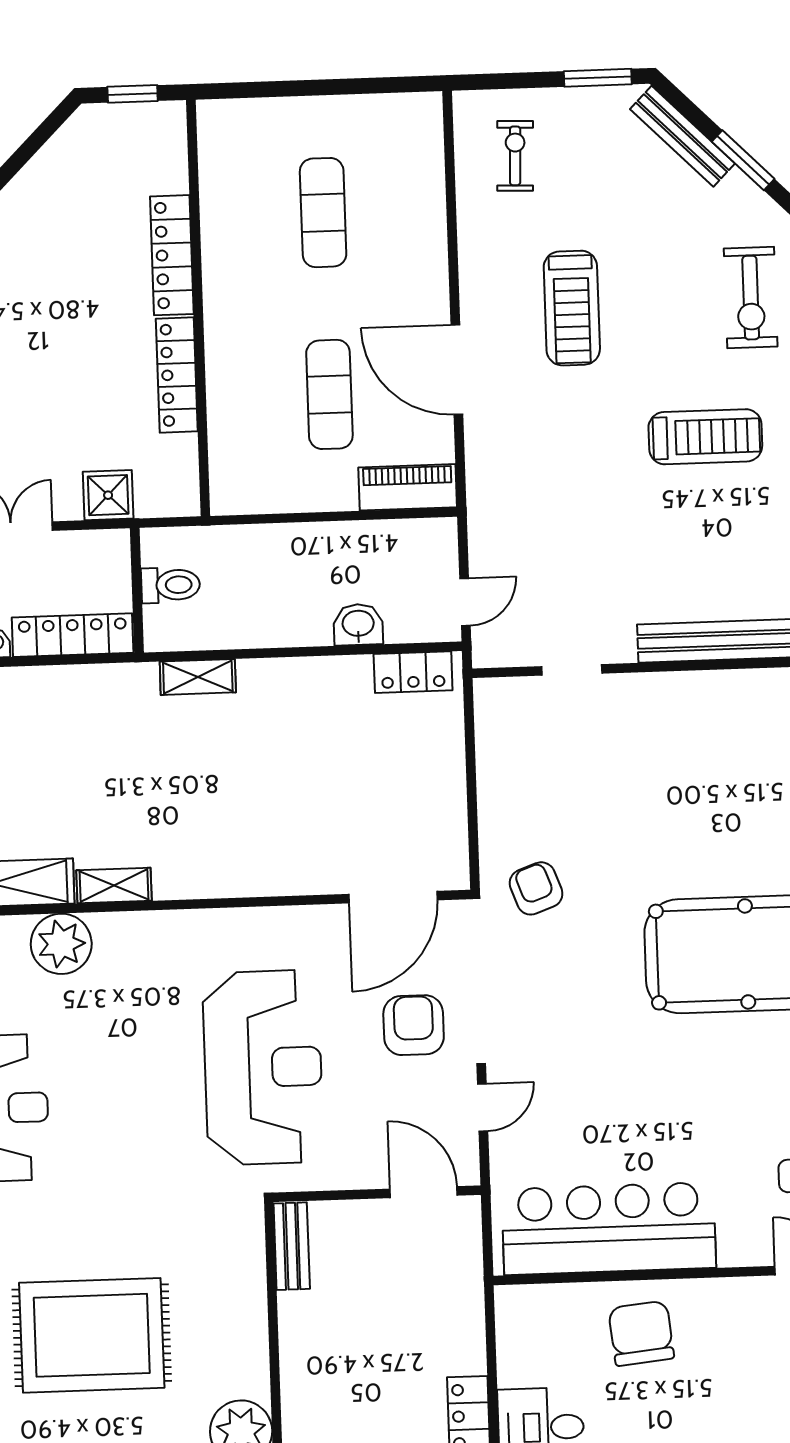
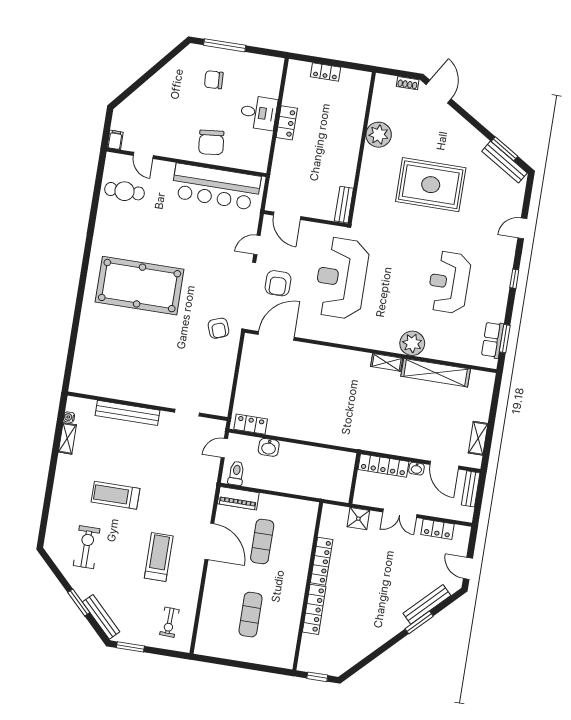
toilet: (171, 585) -> (236, 473), moved, turned 90
shelving: (198, 677) -> (337, 439), removed

